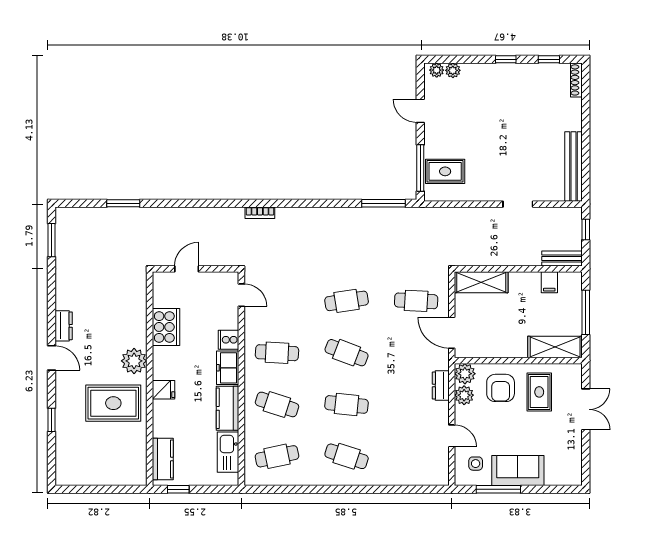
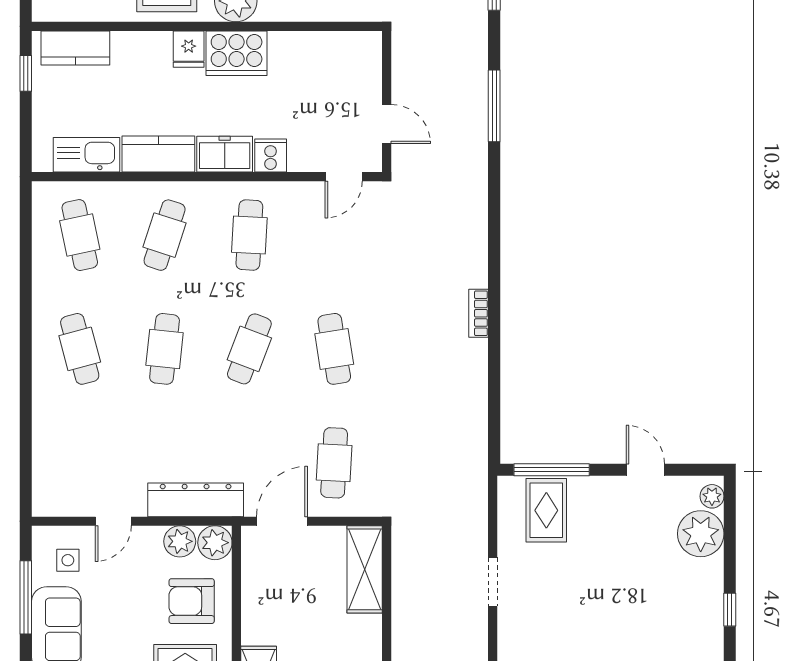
plant: (453, 70) -> (701, 534), width x1.88, depth x1.88
door: (420, 111) -> (645, 470), hinge flipped
window: (383, 203) -> (494, 106), moved
doorway: (518, 204) -> (493, 582), moved
bookcase: (260, 213) -> (479, 313), moved
door: (187, 269) -> (387, 124), moved
cooker: (166, 327) -> (237, 53), moved
dresser: (441, 386) -> (196, 500), width x1.96, depth x1.24
cafe table: (347, 456) -> (80, 349), turned -33

